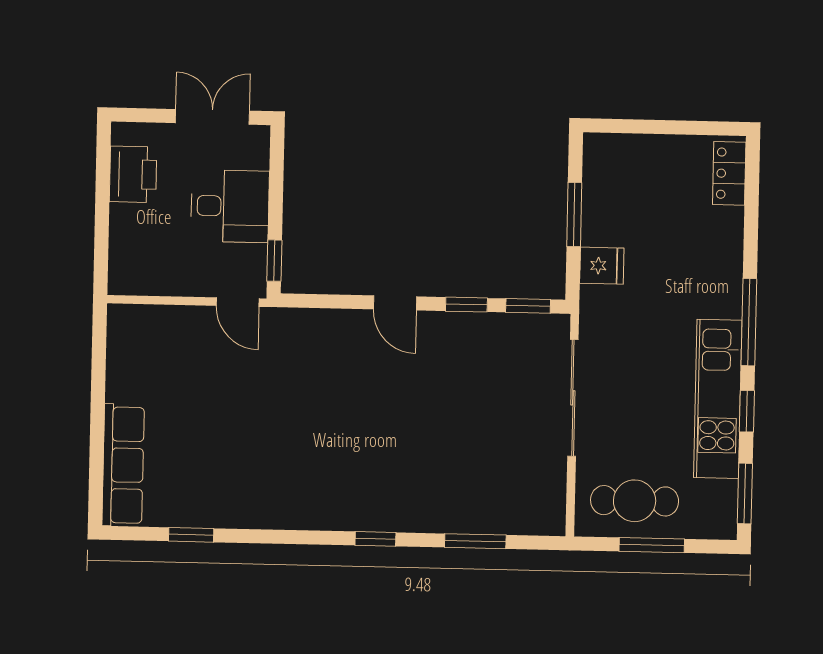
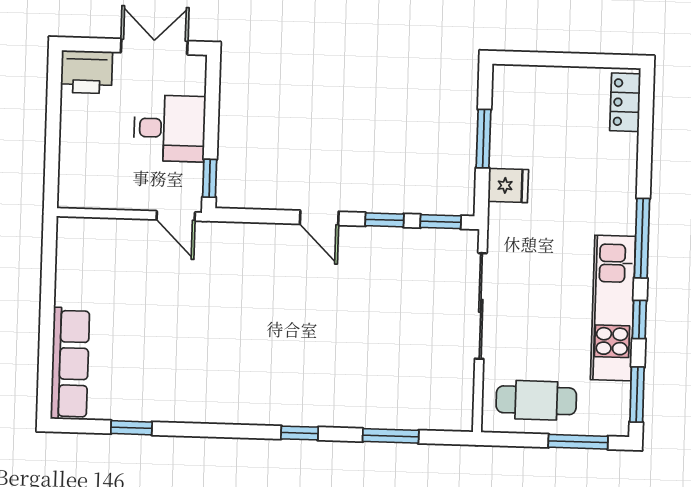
printer: (133, 174) -> (87, 72), moved, turned 90
window: (652, 545) -> (578, 442), moved

